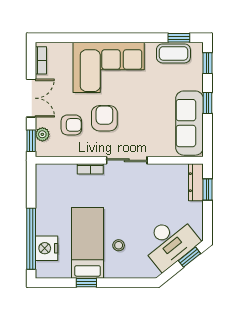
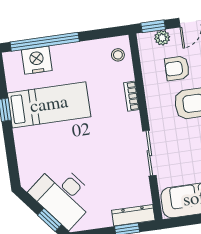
armchair: (71, 125) -> (177, 68), turned 90
sliding door: (127, 160) -> (149, 153), moved
stool: (119, 245) -> (118, 55), moved

